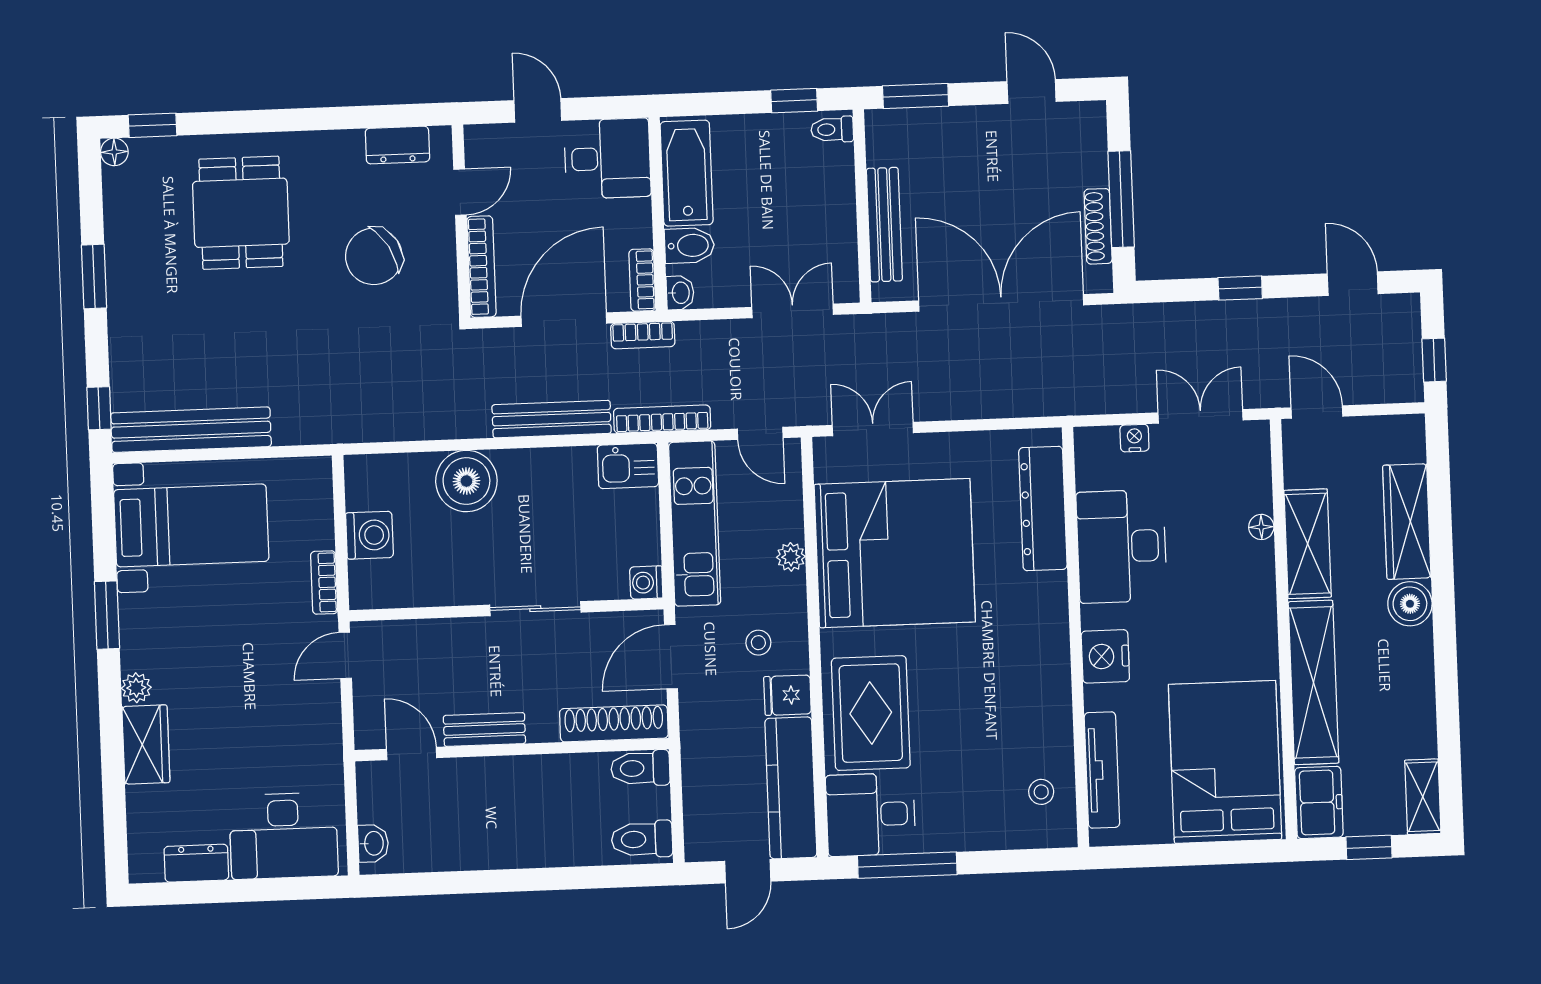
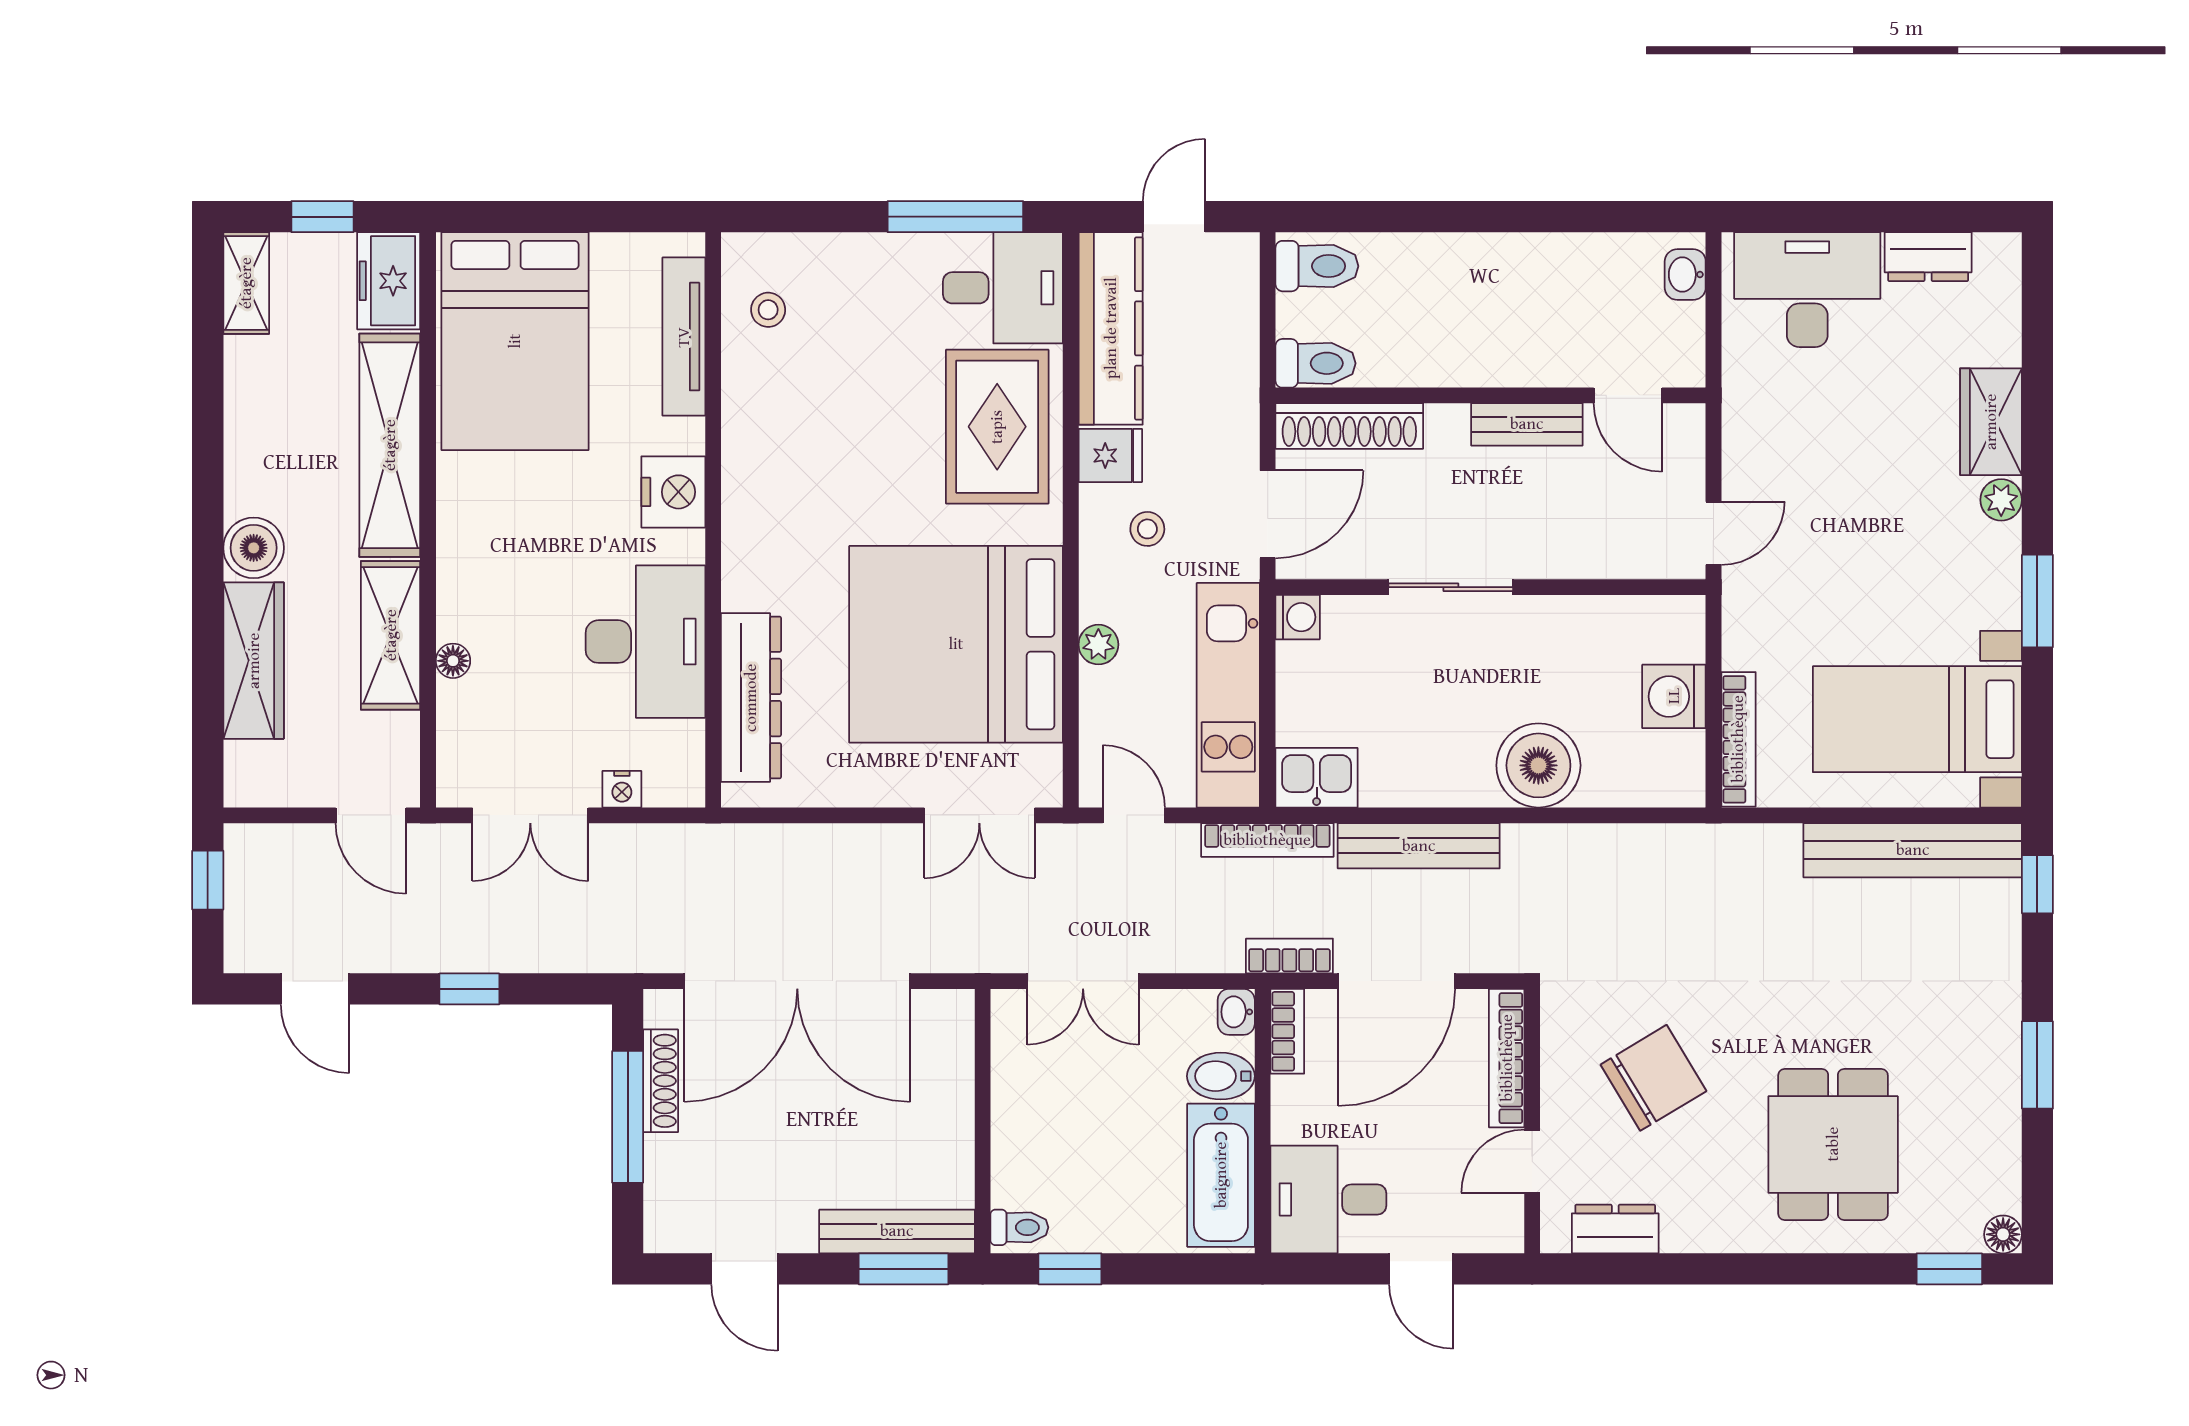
bench: (884, 225) -> (897, 1231), moved, turned 90
bookcase: (324, 583) -> (1738, 739), moved, width x1.56

